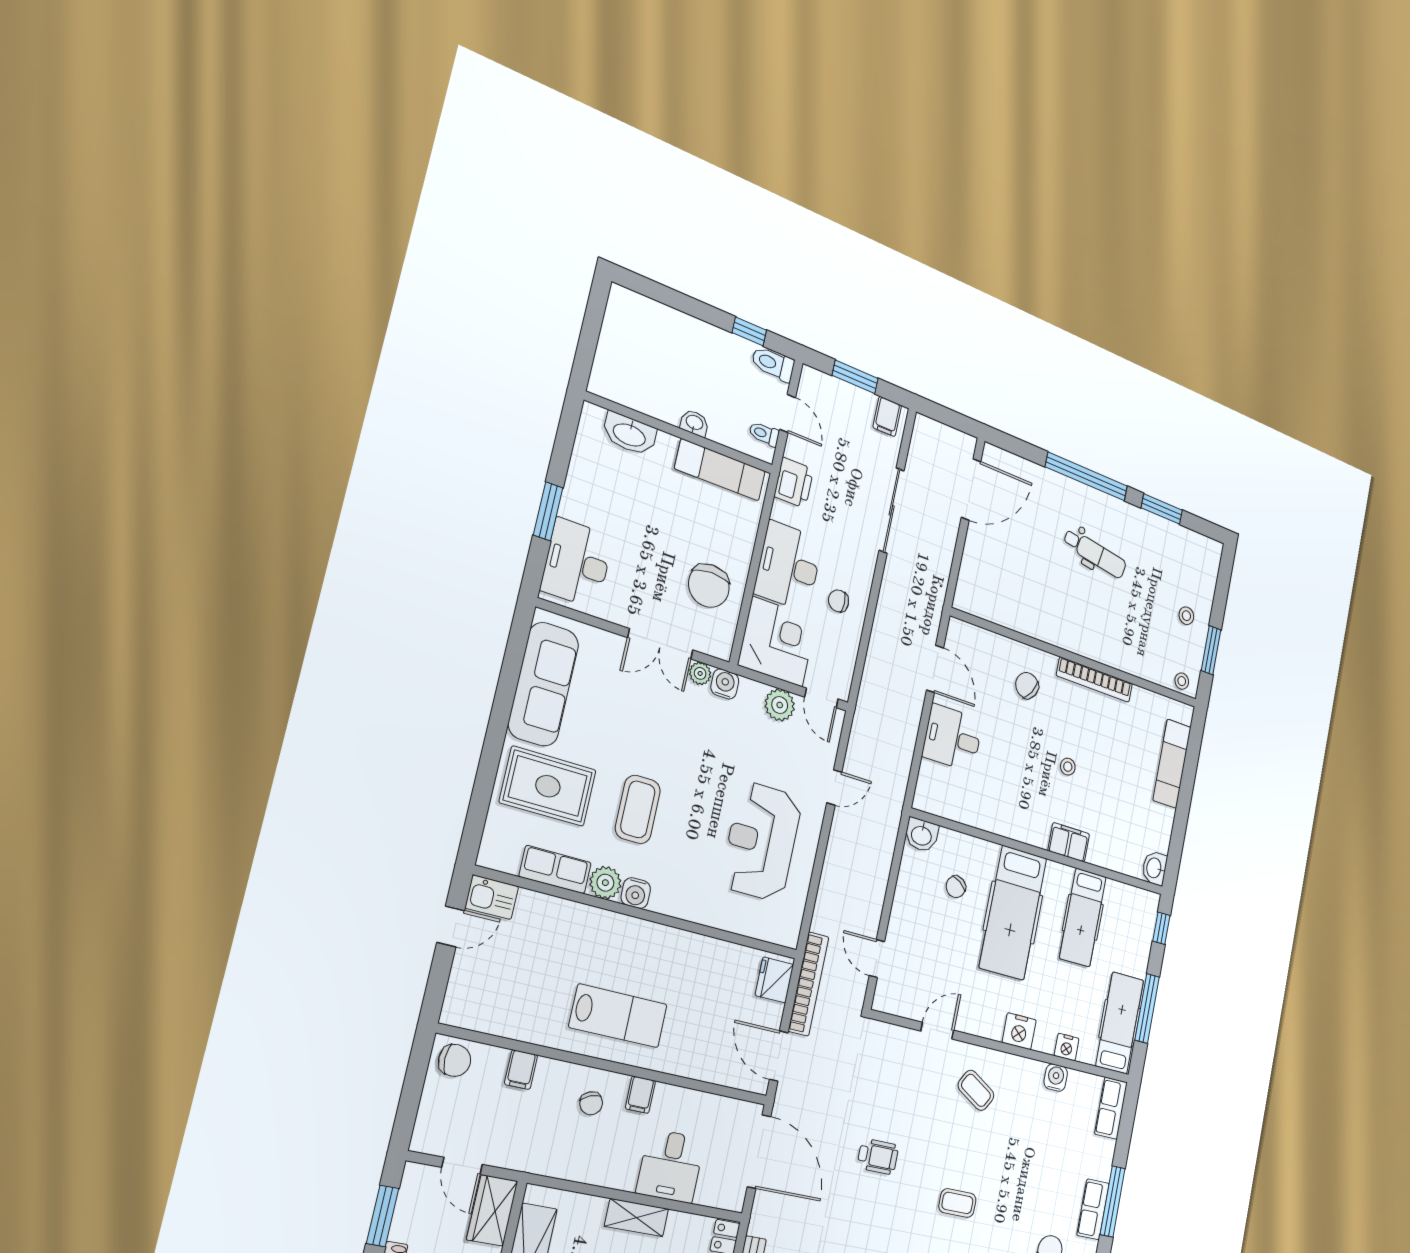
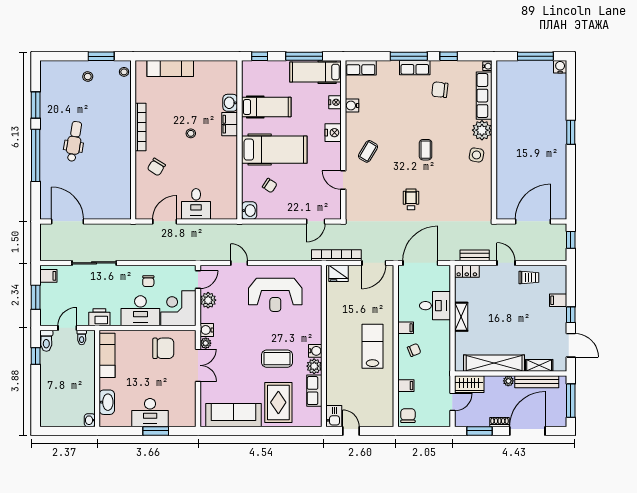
washbasin: (694, 423) -> (90, 420), moved
desk: (577, 563) -> (150, 413), moved
washbasin: (1154, 868) -> (230, 103), moved, turned 90

